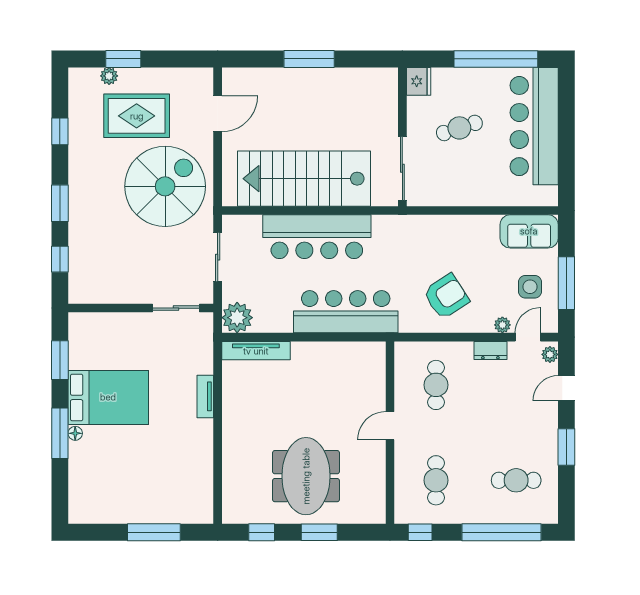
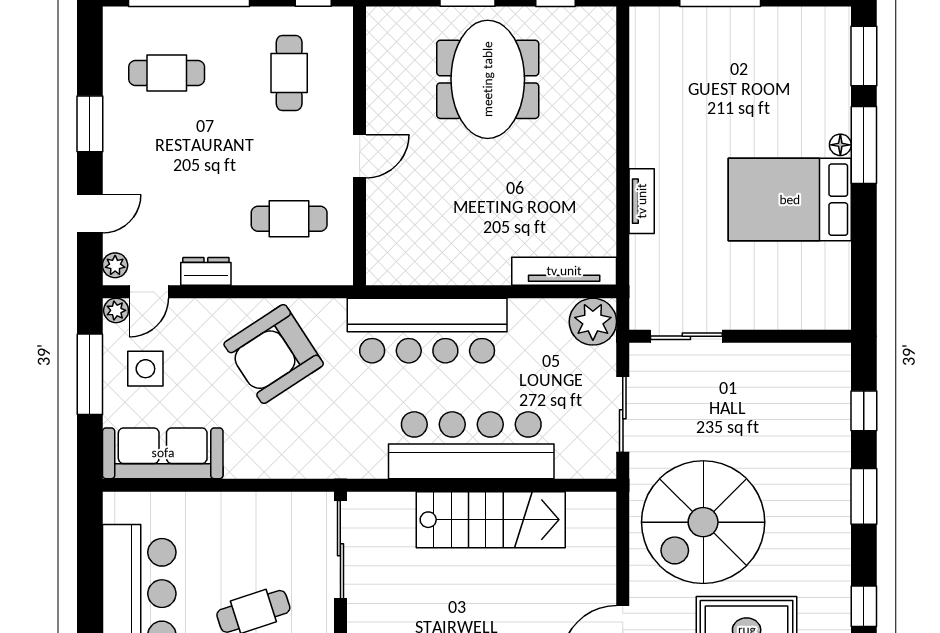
stairs: (304, 179) -> (491, 520), width x0.73, depth x0.66
sofa: (529, 231) -> (163, 453), width x1.36
armchair: (446, 296) -> (274, 354), width x1.36, depth x1.36
plant: (502, 325) -> (116, 310), moved
window: (60, 360) -> (864, 56), moved
cafe table: (436, 385) -> (289, 219), turned 90

